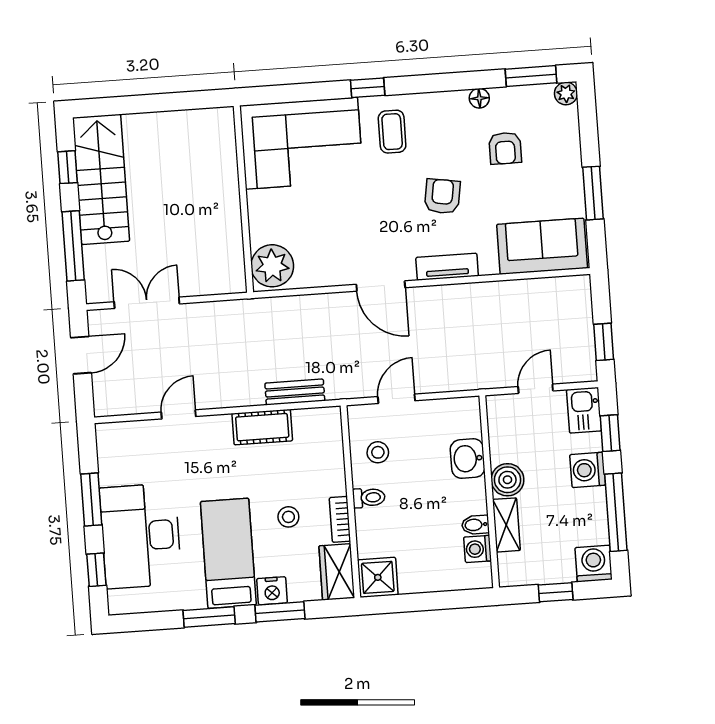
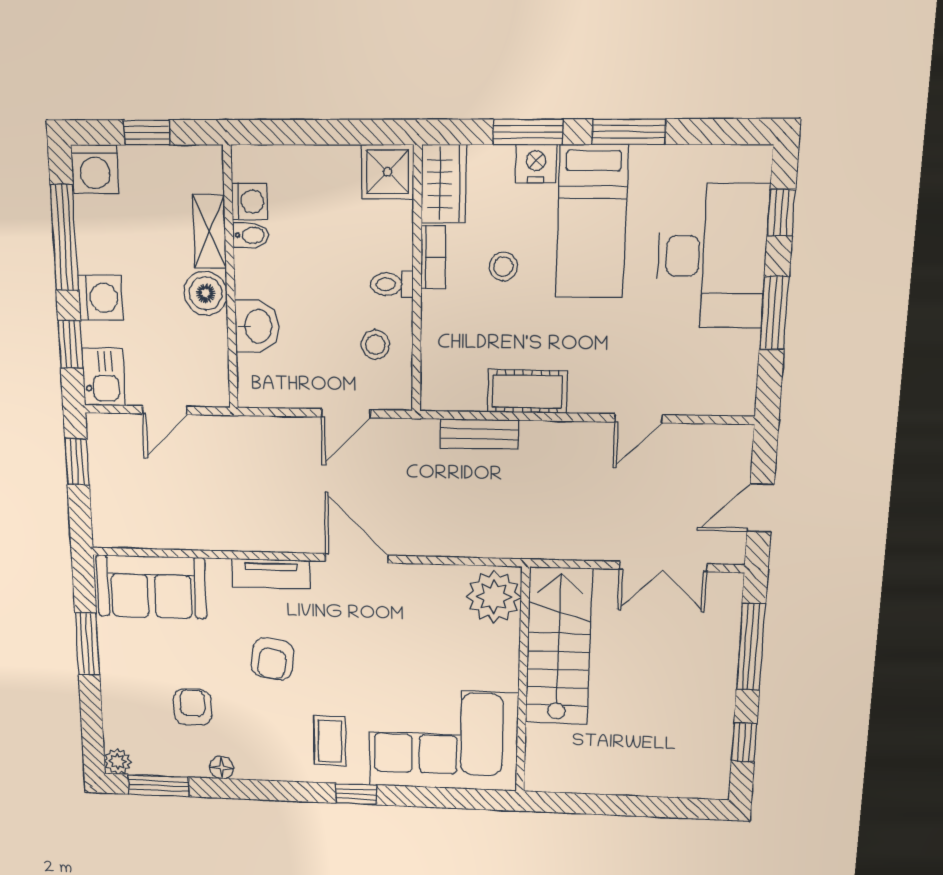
stairs: (101, 179) -> (559, 646), moved, turned 180

